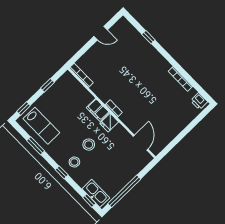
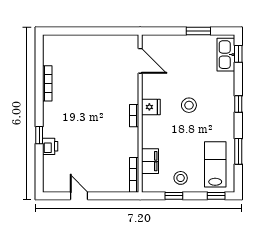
window: (148, 37) -> (39, 135), moved
printer: (199, 101) -> (50, 146), moved
filing cabinet: (98, 110) -> (150, 161), moved
door: (141, 143) -> (140, 61), swing flipped
stool: (74, 162) -> (181, 178), moved
window: (124, 191) -> (198, 31), width x0.47

